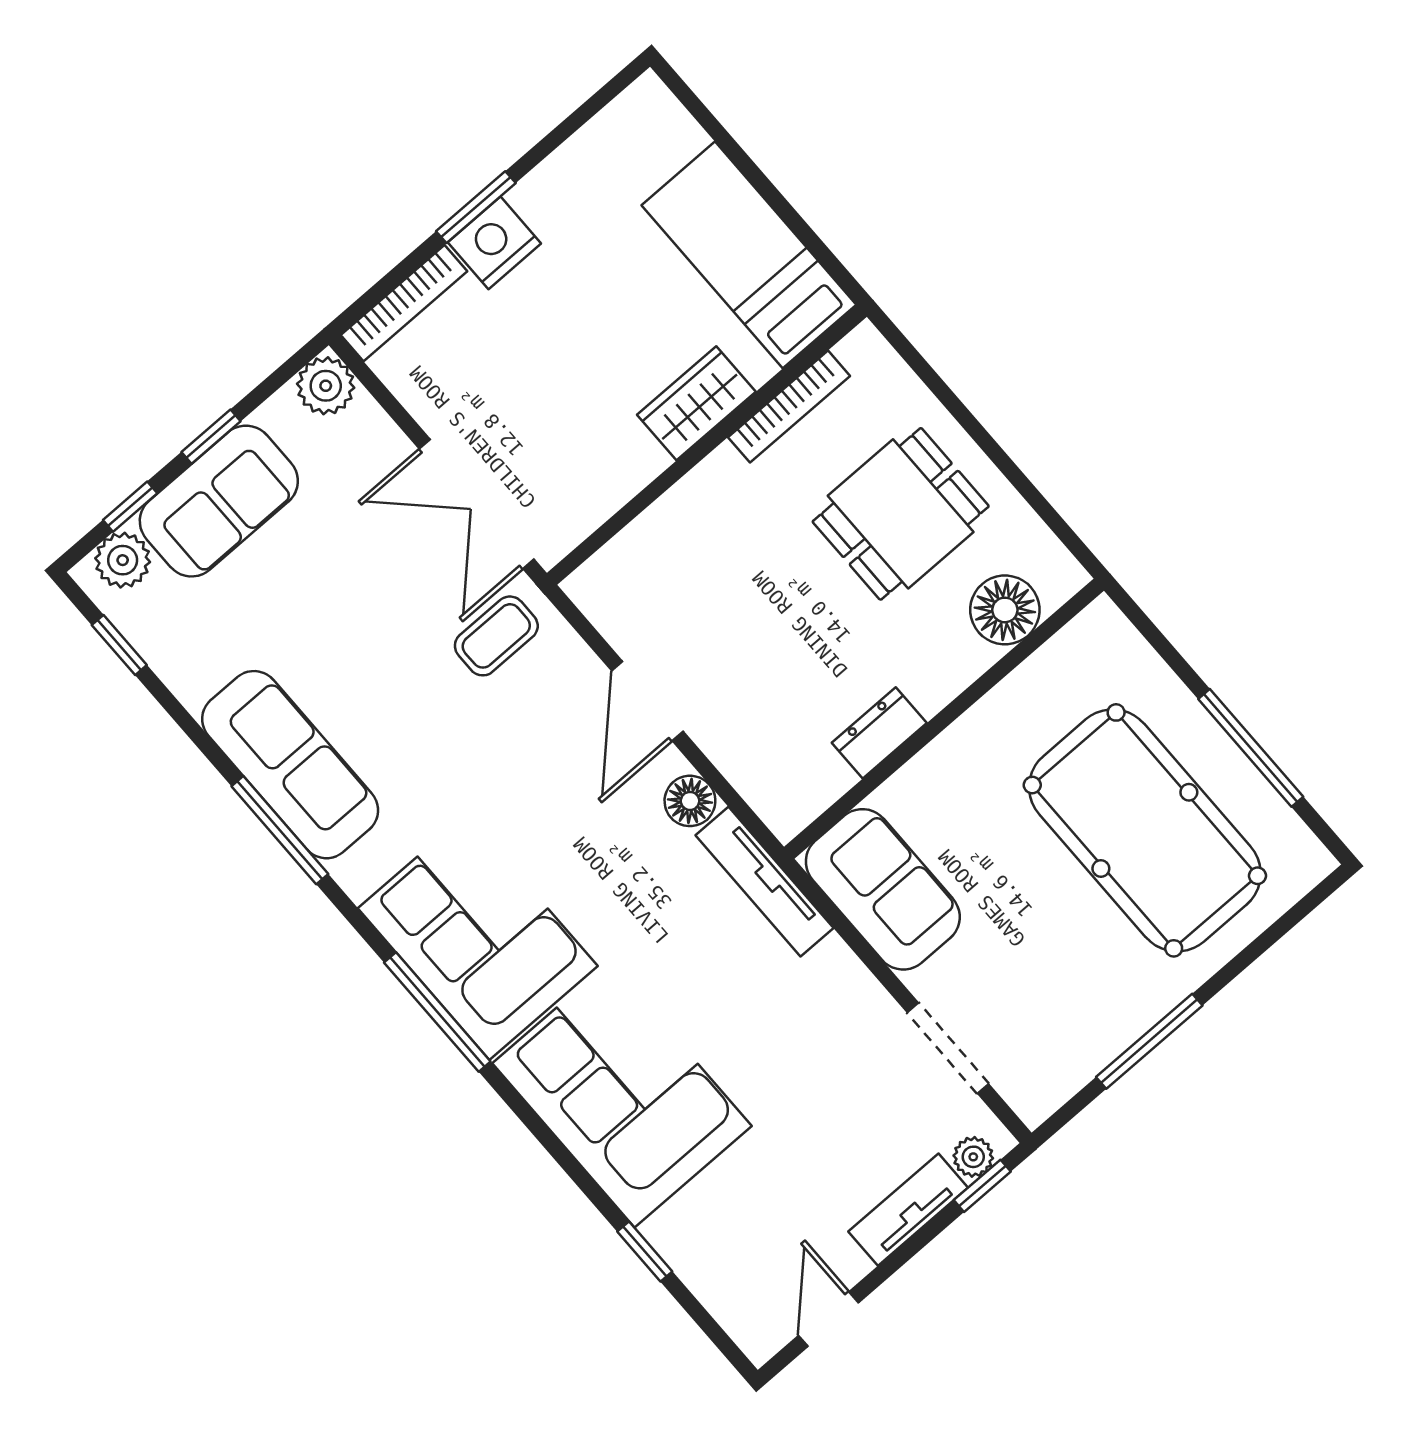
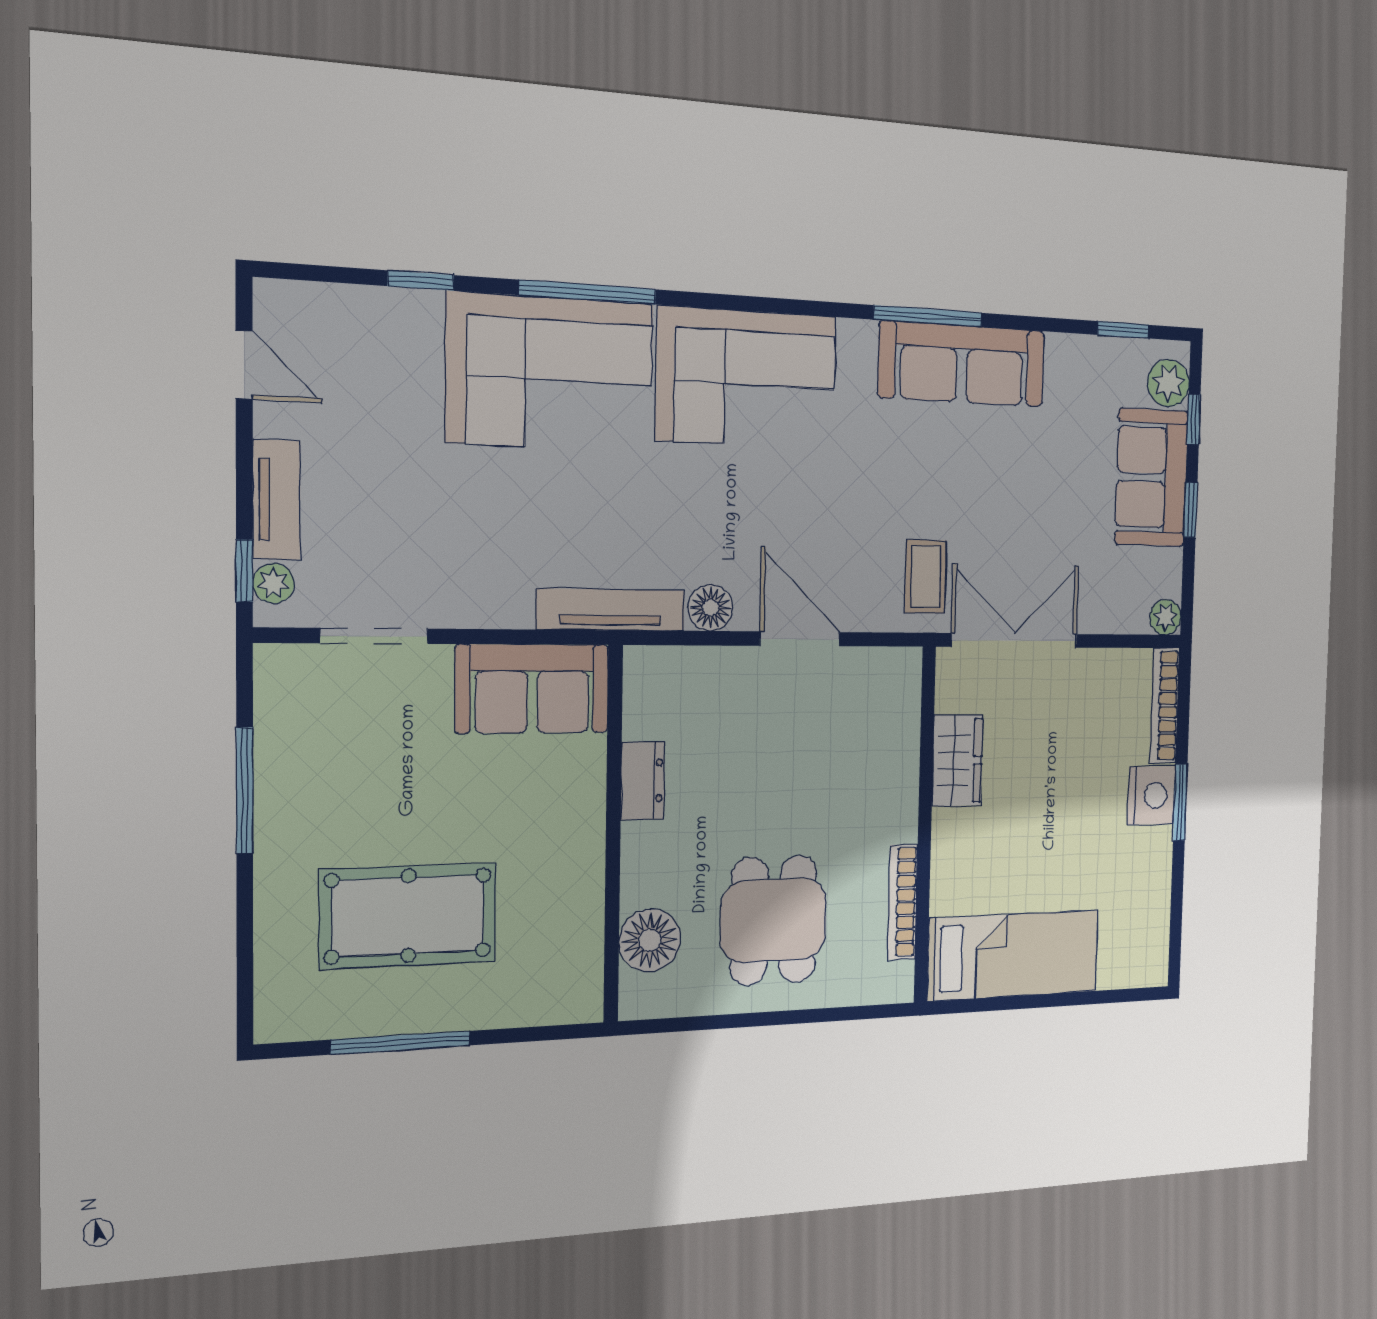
plant: (326, 386) -> (1165, 617), width x0.73, depth x0.73
wardrobe: (696, 403) -> (957, 760), moved
pool table: (1145, 830) -> (408, 916), width x0.73, depth x0.76
window: (437, 1012) -> (588, 292), moved

